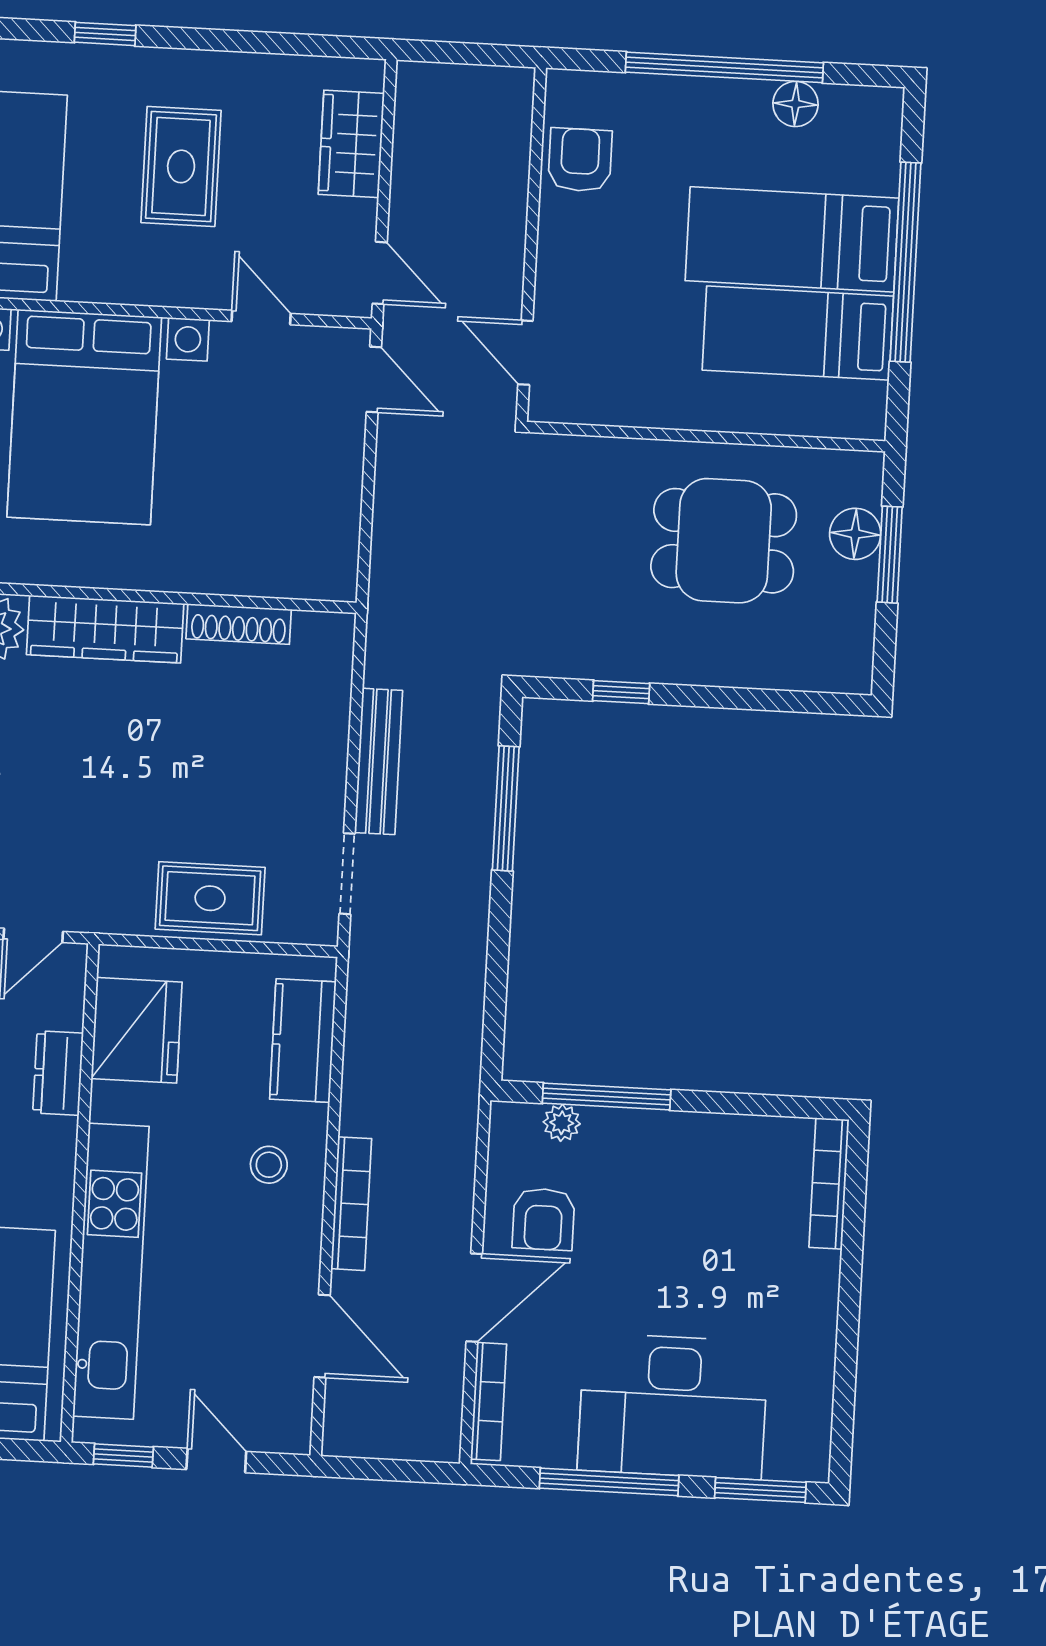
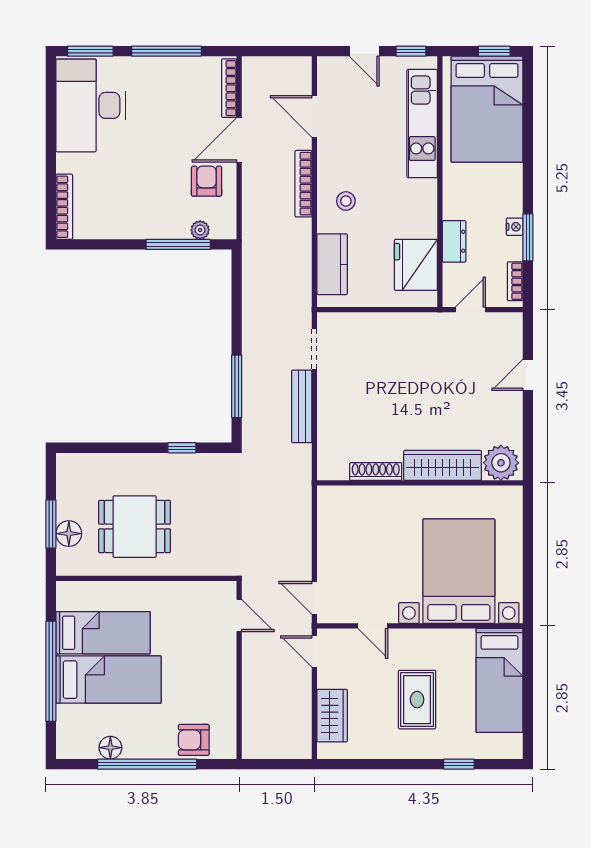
armchair: (580, 160) -> (194, 740), moved, turned 90
rug: (210, 898) -> (383, 333), removed
kitchen unit: (111, 1271) -> (422, 124), width x0.73
desk: (673, 1406) -> (91, 105), moved, turned -90

